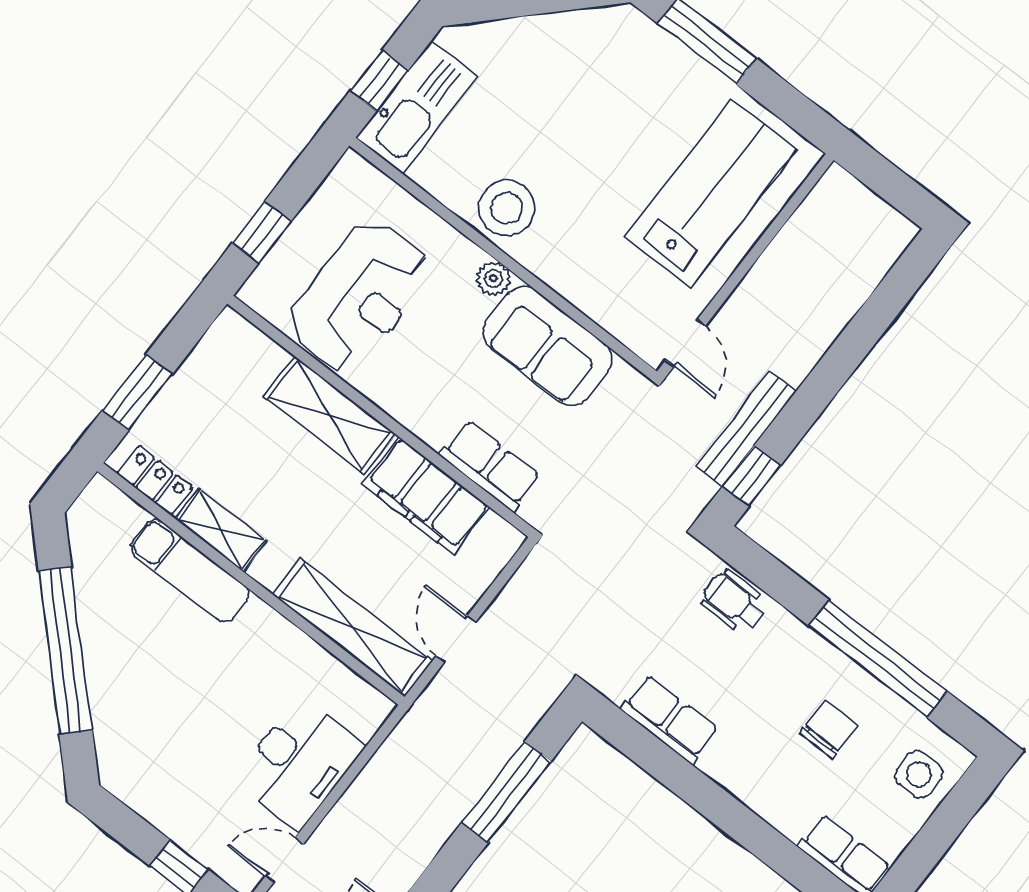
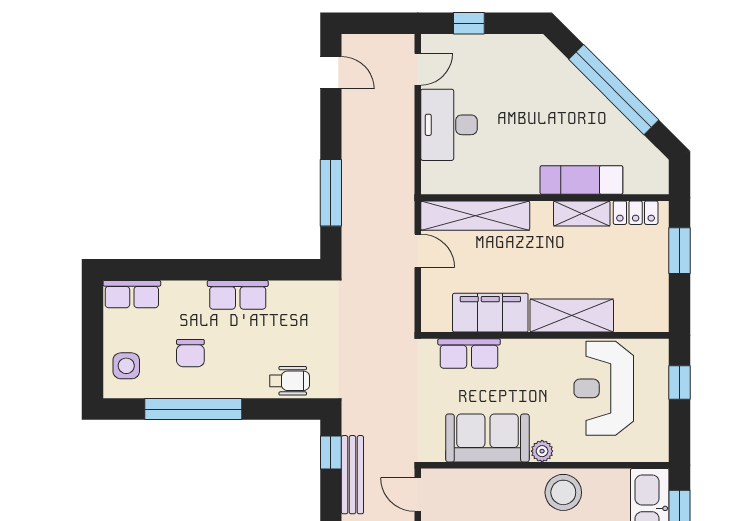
row of seats: (670, 719) -> (238, 295), moved

